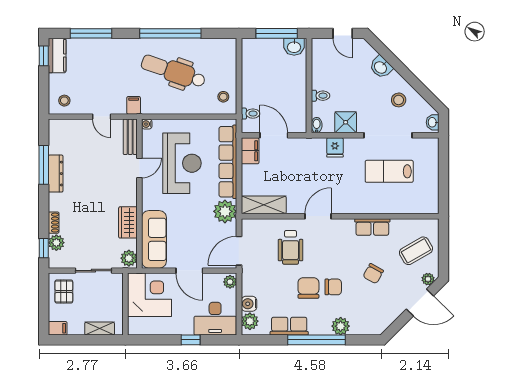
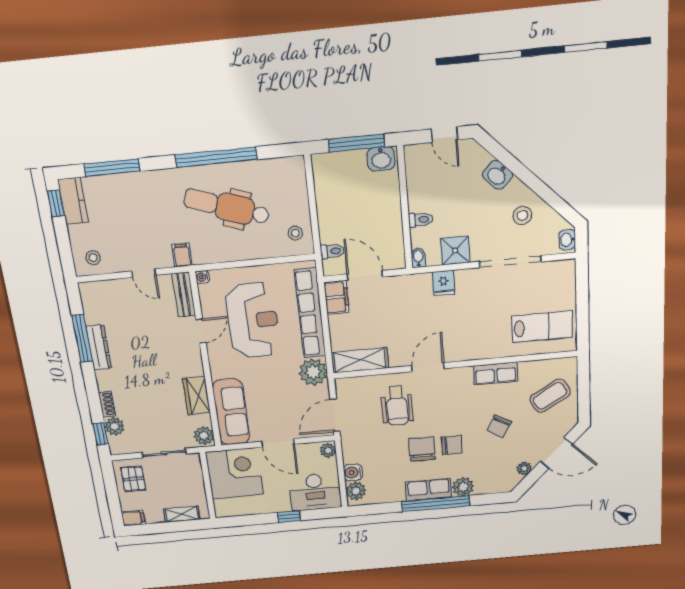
lab bench: (389, 171) -> (542, 327), moved, turned 180
plant: (428, 279) -> (524, 469), moved
row of seats: (289, 326) -> (429, 490), moved

